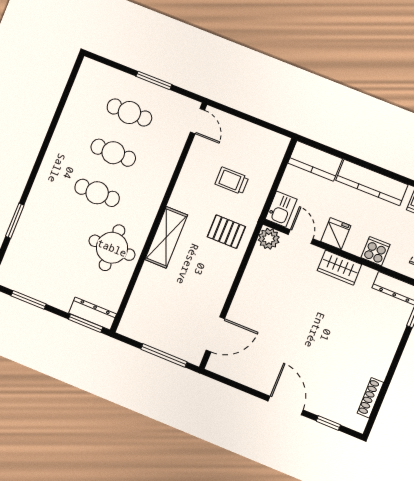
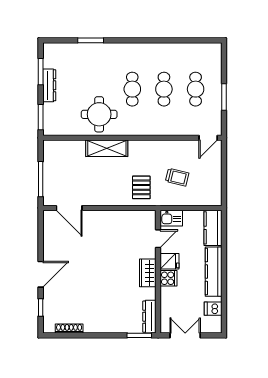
trolley: (232, 181) -> (177, 177), turned 104
shelving: (166, 237) -> (107, 148), moved
plant: (269, 239) -> (148, 218), removed
cooker: (376, 251) -> (169, 278), moved
dresser: (93, 313) -> (49, 85), moved

